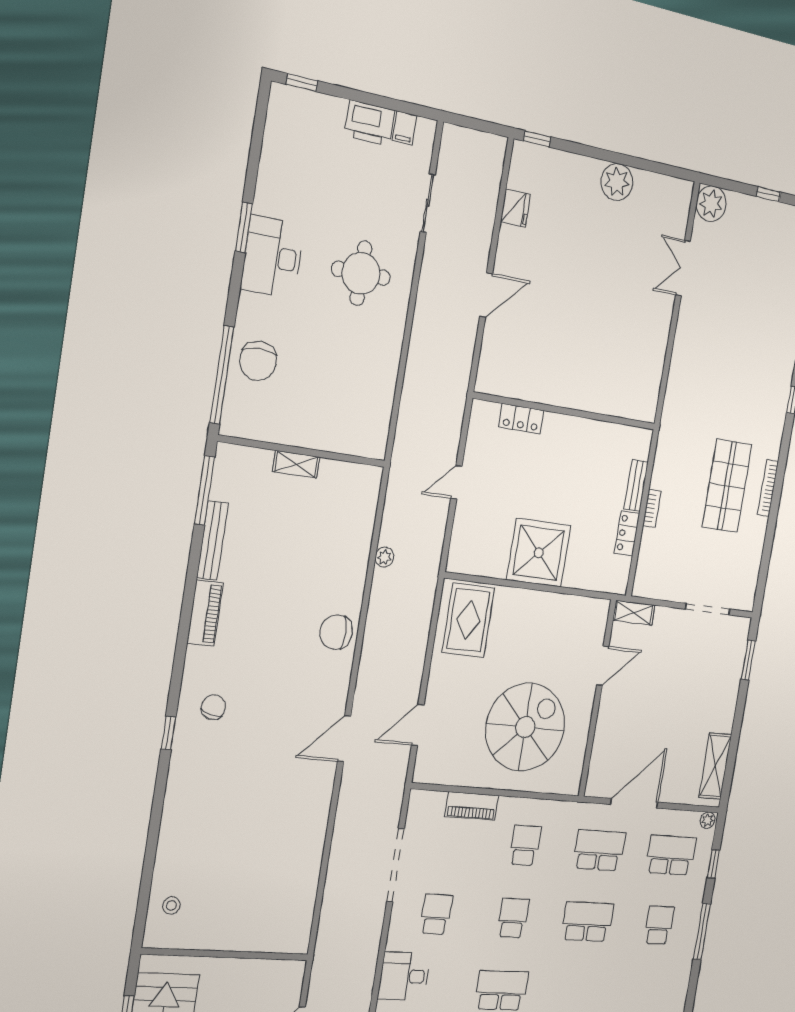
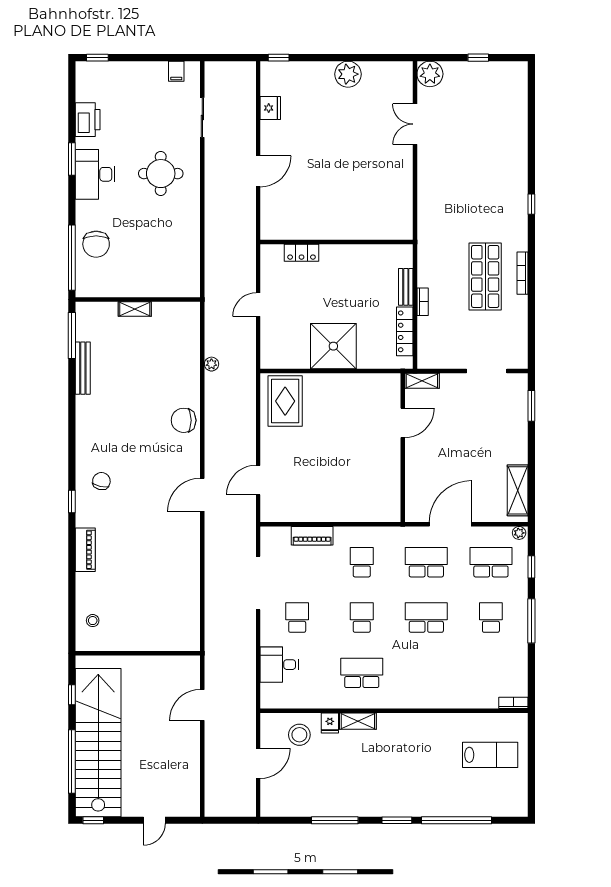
printer: (370, 123) -> (88, 120), moved, turned -90
locker: (627, 533) -> (405, 331), width x1.53
piano: (205, 613) -> (85, 550), moved
spiral stairs: (525, 727) -> (346, 474), removed

